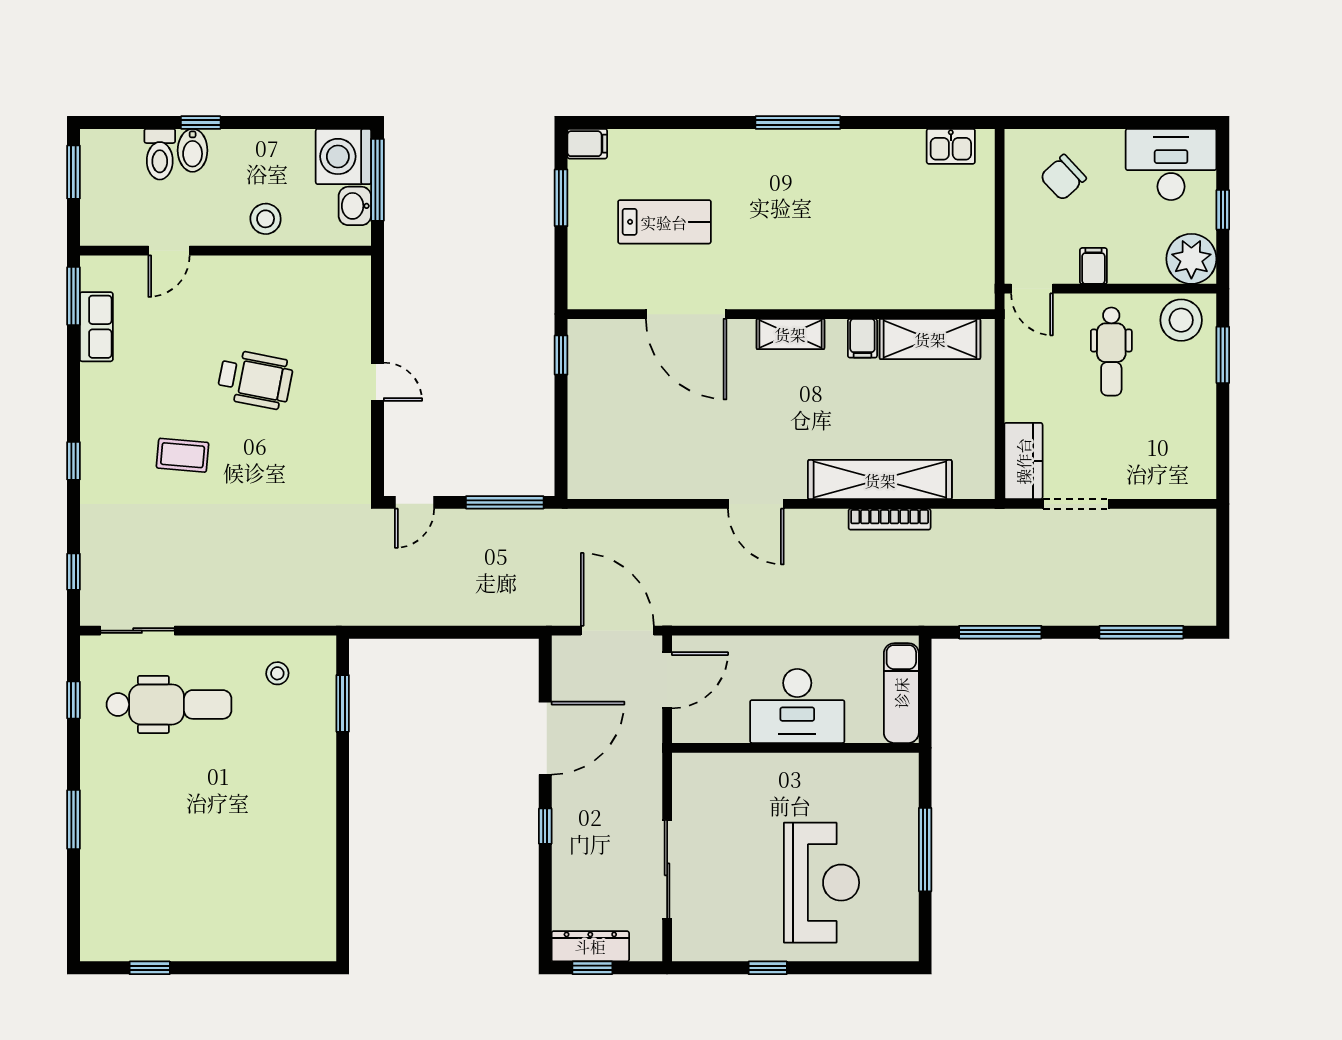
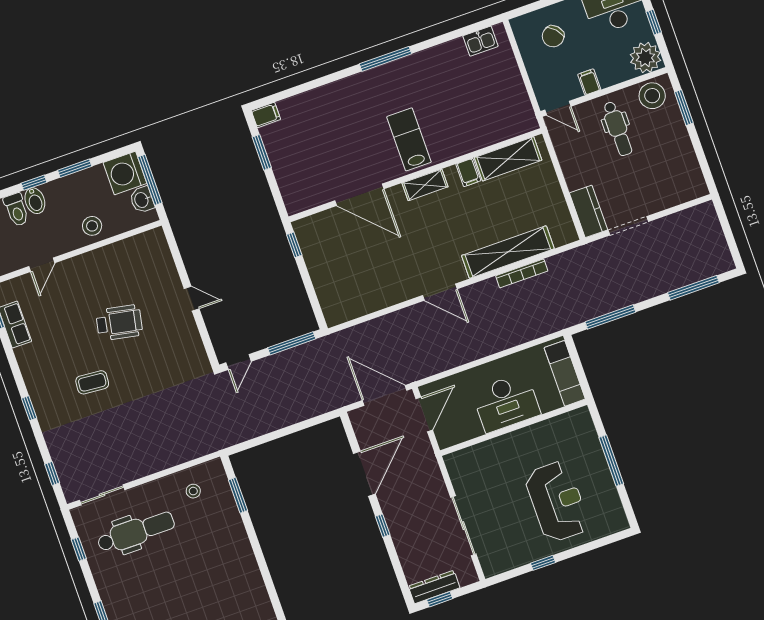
window: (270, 122) -> (75, 168), added
lab bench: (664, 222) -> (409, 139), moved, turned -90

